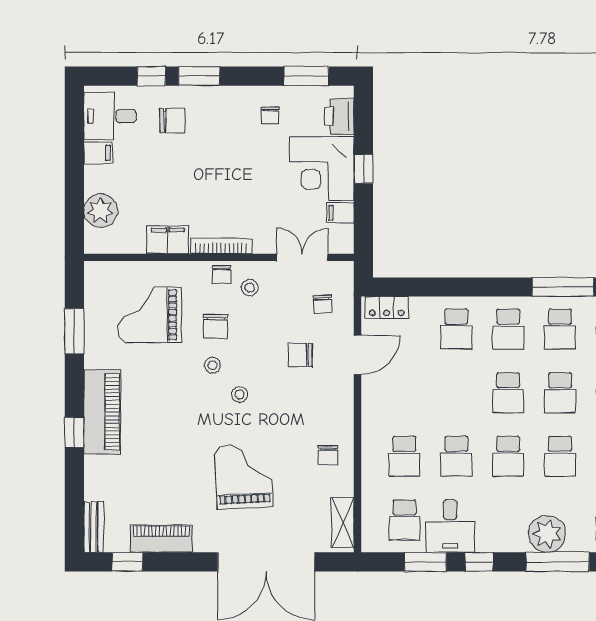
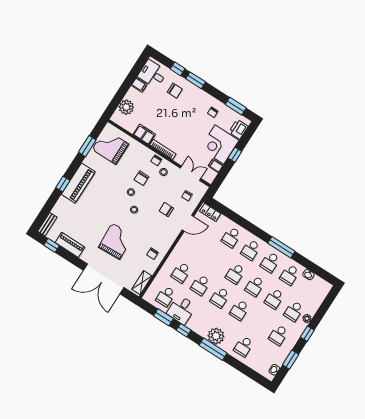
grand piano: (150, 315) -> (110, 147), moved

